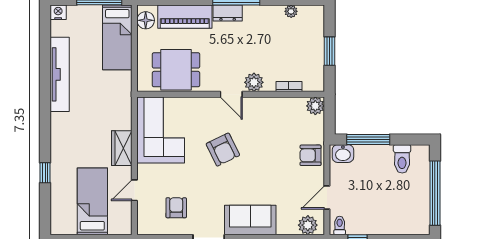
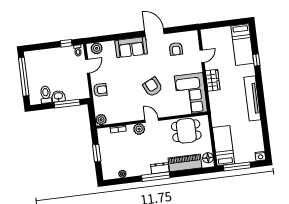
tv unit: (60, 74) -> (252, 98), moved
washbasin: (343, 154) -> (58, 96), moved
bed: (92, 201) -> (242, 45), moved

